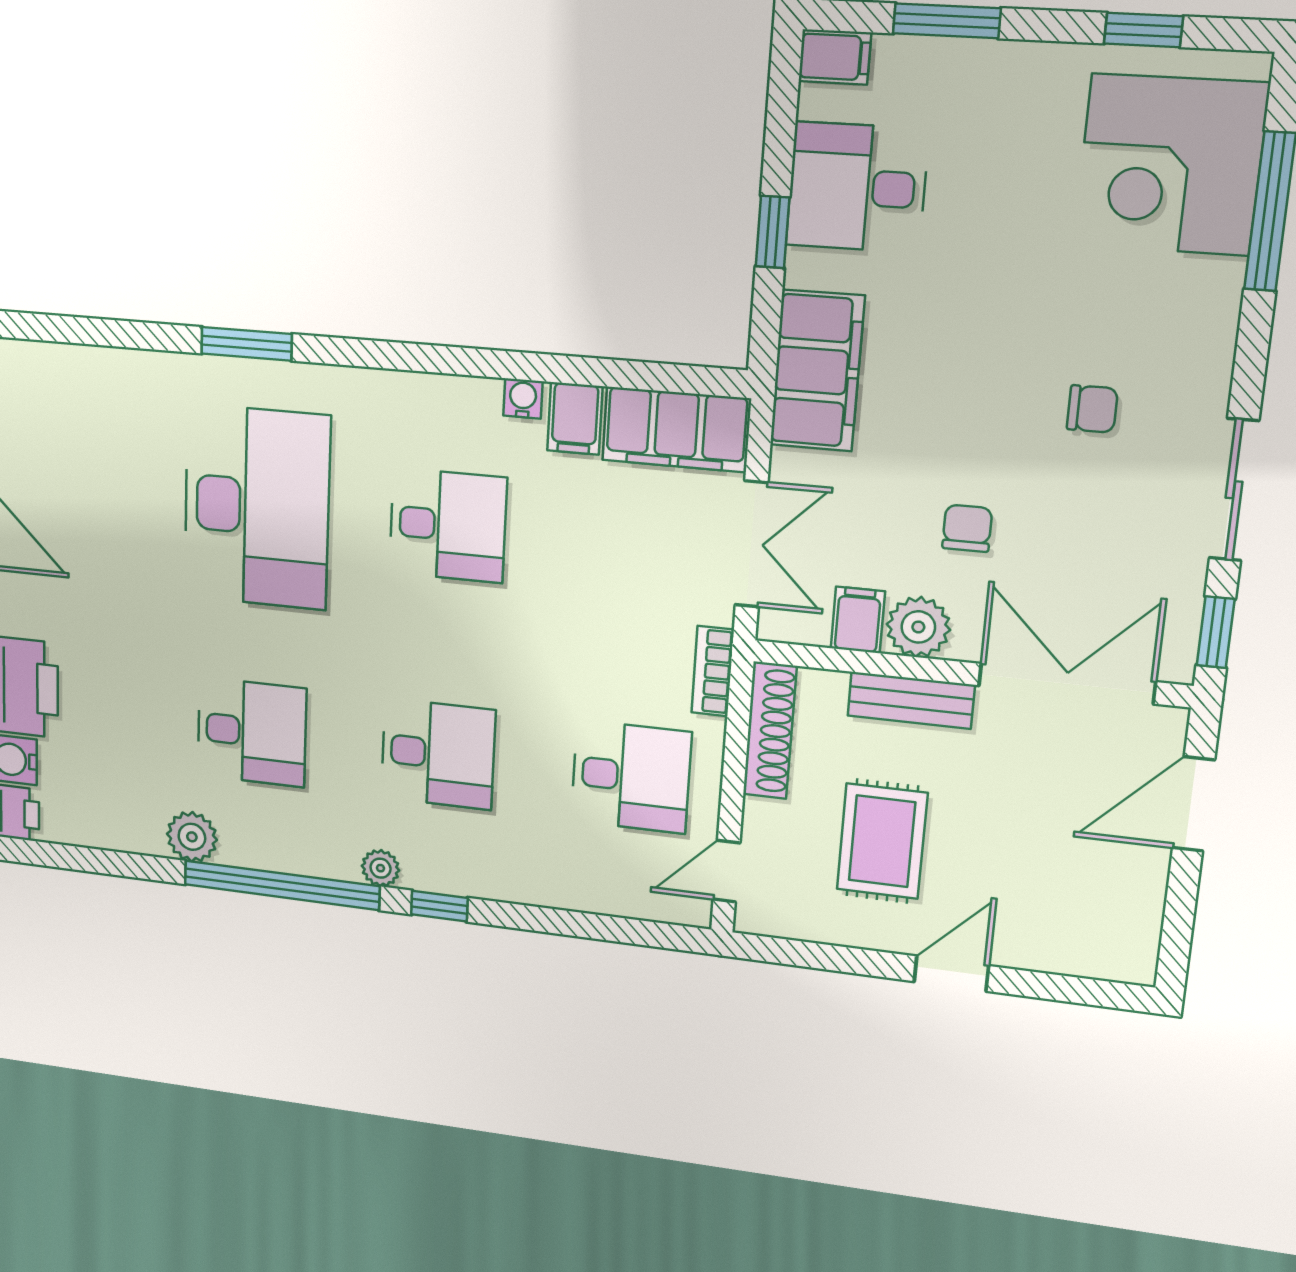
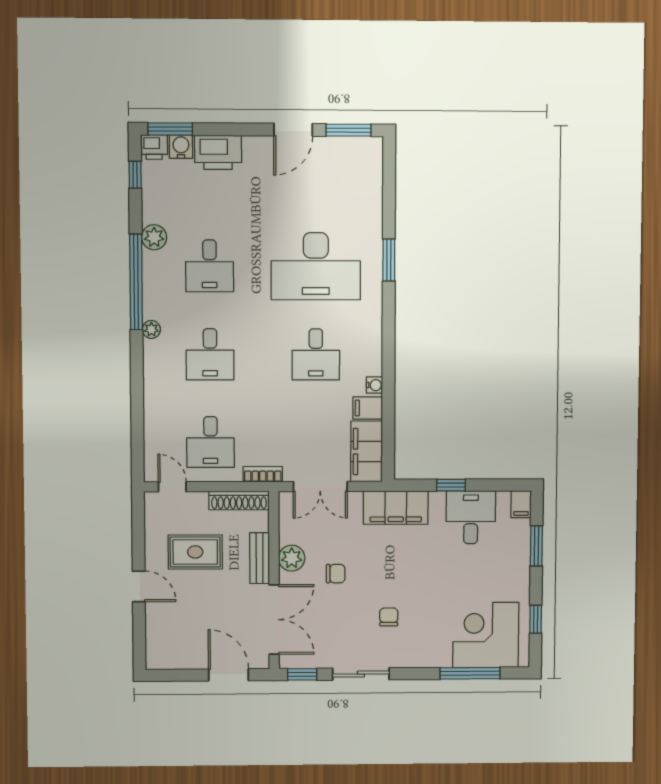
chair: (1092, 409) -> (389, 617), turned 180
filing cabinet: (858, 620) -> (292, 533), removed
window: (439, 906) -> (135, 175), moved

